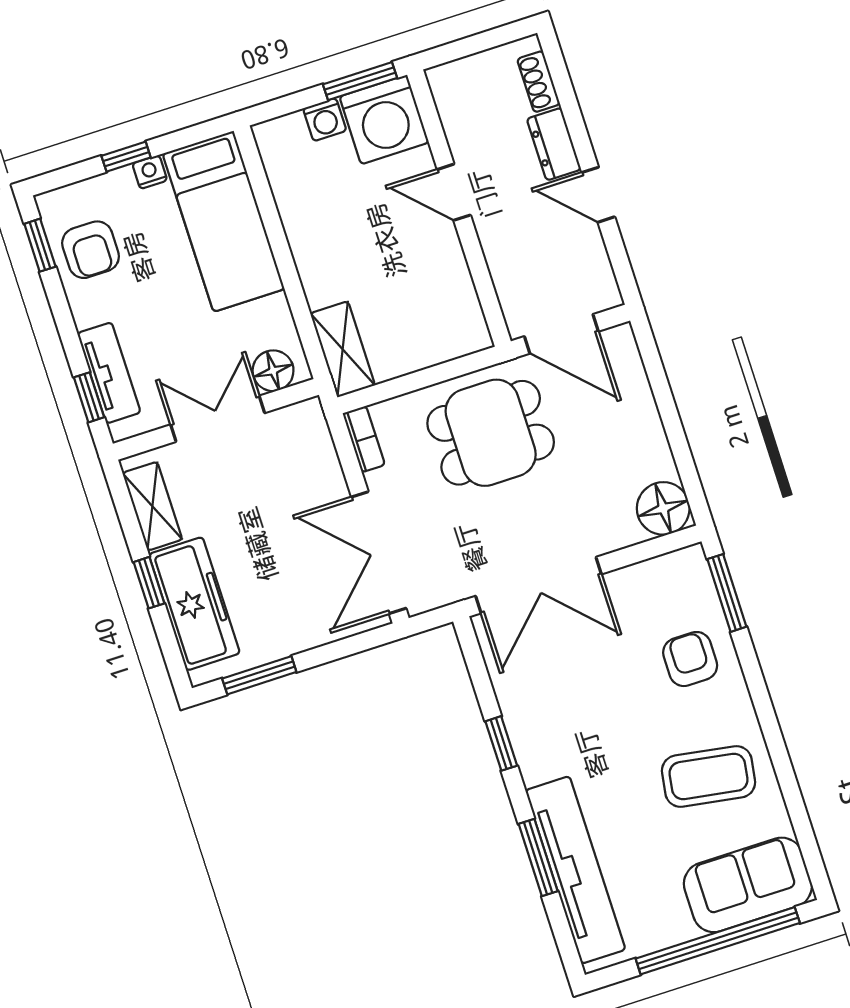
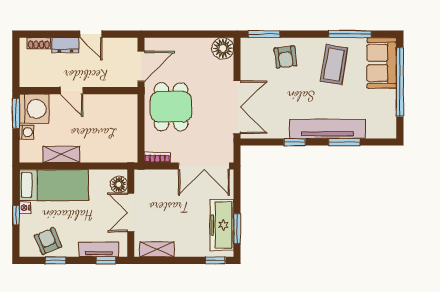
door: (454, 192) -> (72, 91), hinge flipped
door: (598, 195) -> (91, 34), hinge flipped
window: (40, 245) -> (56, 260), moved
armchair: (91, 250) -> (48, 241), turned -113
shelving: (343, 349) -> (61, 154), moved
window: (149, 583) -> (215, 260), moved
freezer: (194, 604) -> (222, 225), moved, turned -90
armchair: (690, 659) -> (285, 57), turned -97
window: (791, 790) -> (350, 34), added
tv unit: (575, 870) -> (327, 129), moved

